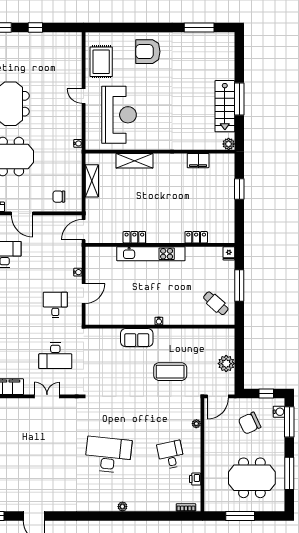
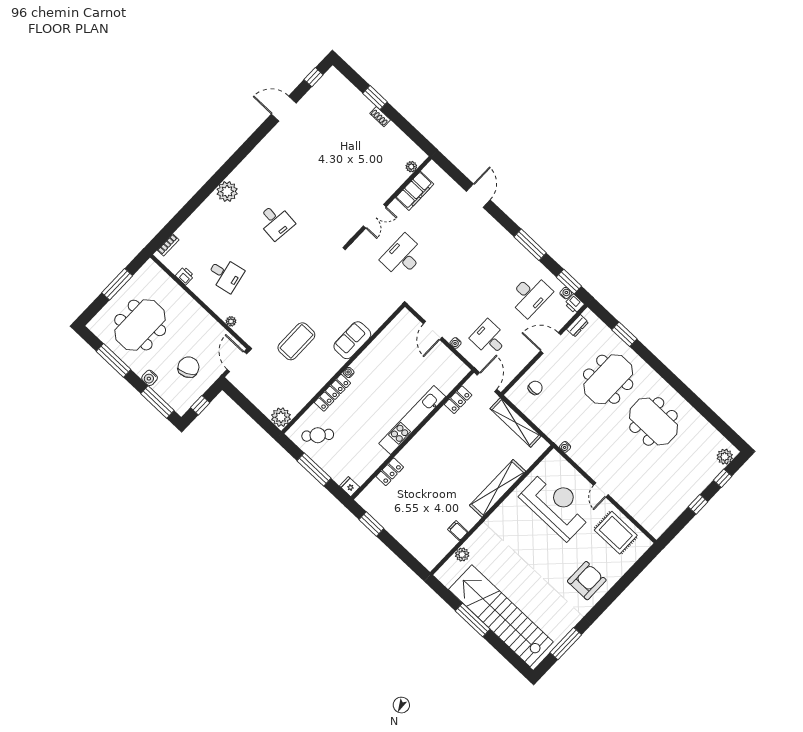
door: (84, 96) -> (601, 490), swing flipped
stairs: (225, 106) -> (501, 616), width x1.86, depth x1.51
reception desk: (119, 115) -> (556, 505), turned 180
plant: (229, 144) -> (462, 555), moved
shelving: (134, 161) -> (498, 488), width x1.47
filing cabinet: (198, 161) -> (458, 531), width x0.50
shelving: (92, 181) -> (515, 422), width x1.47
window: (239, 189) -> (371, 524), moved
locker: (134, 237) -> (458, 400), moved
desk: (55, 305) -> (489, 338), moved, turned 180
locker: (181, 319) -> (332, 393), added
plant: (226, 364) -> (281, 417), moved
water cooler: (279, 412) -> (150, 378), moved
desk: (108, 455) -> (276, 221), width x0.53, depth x0.77
plant: (122, 507) -> (227, 192), width x1.87, depth x1.87

